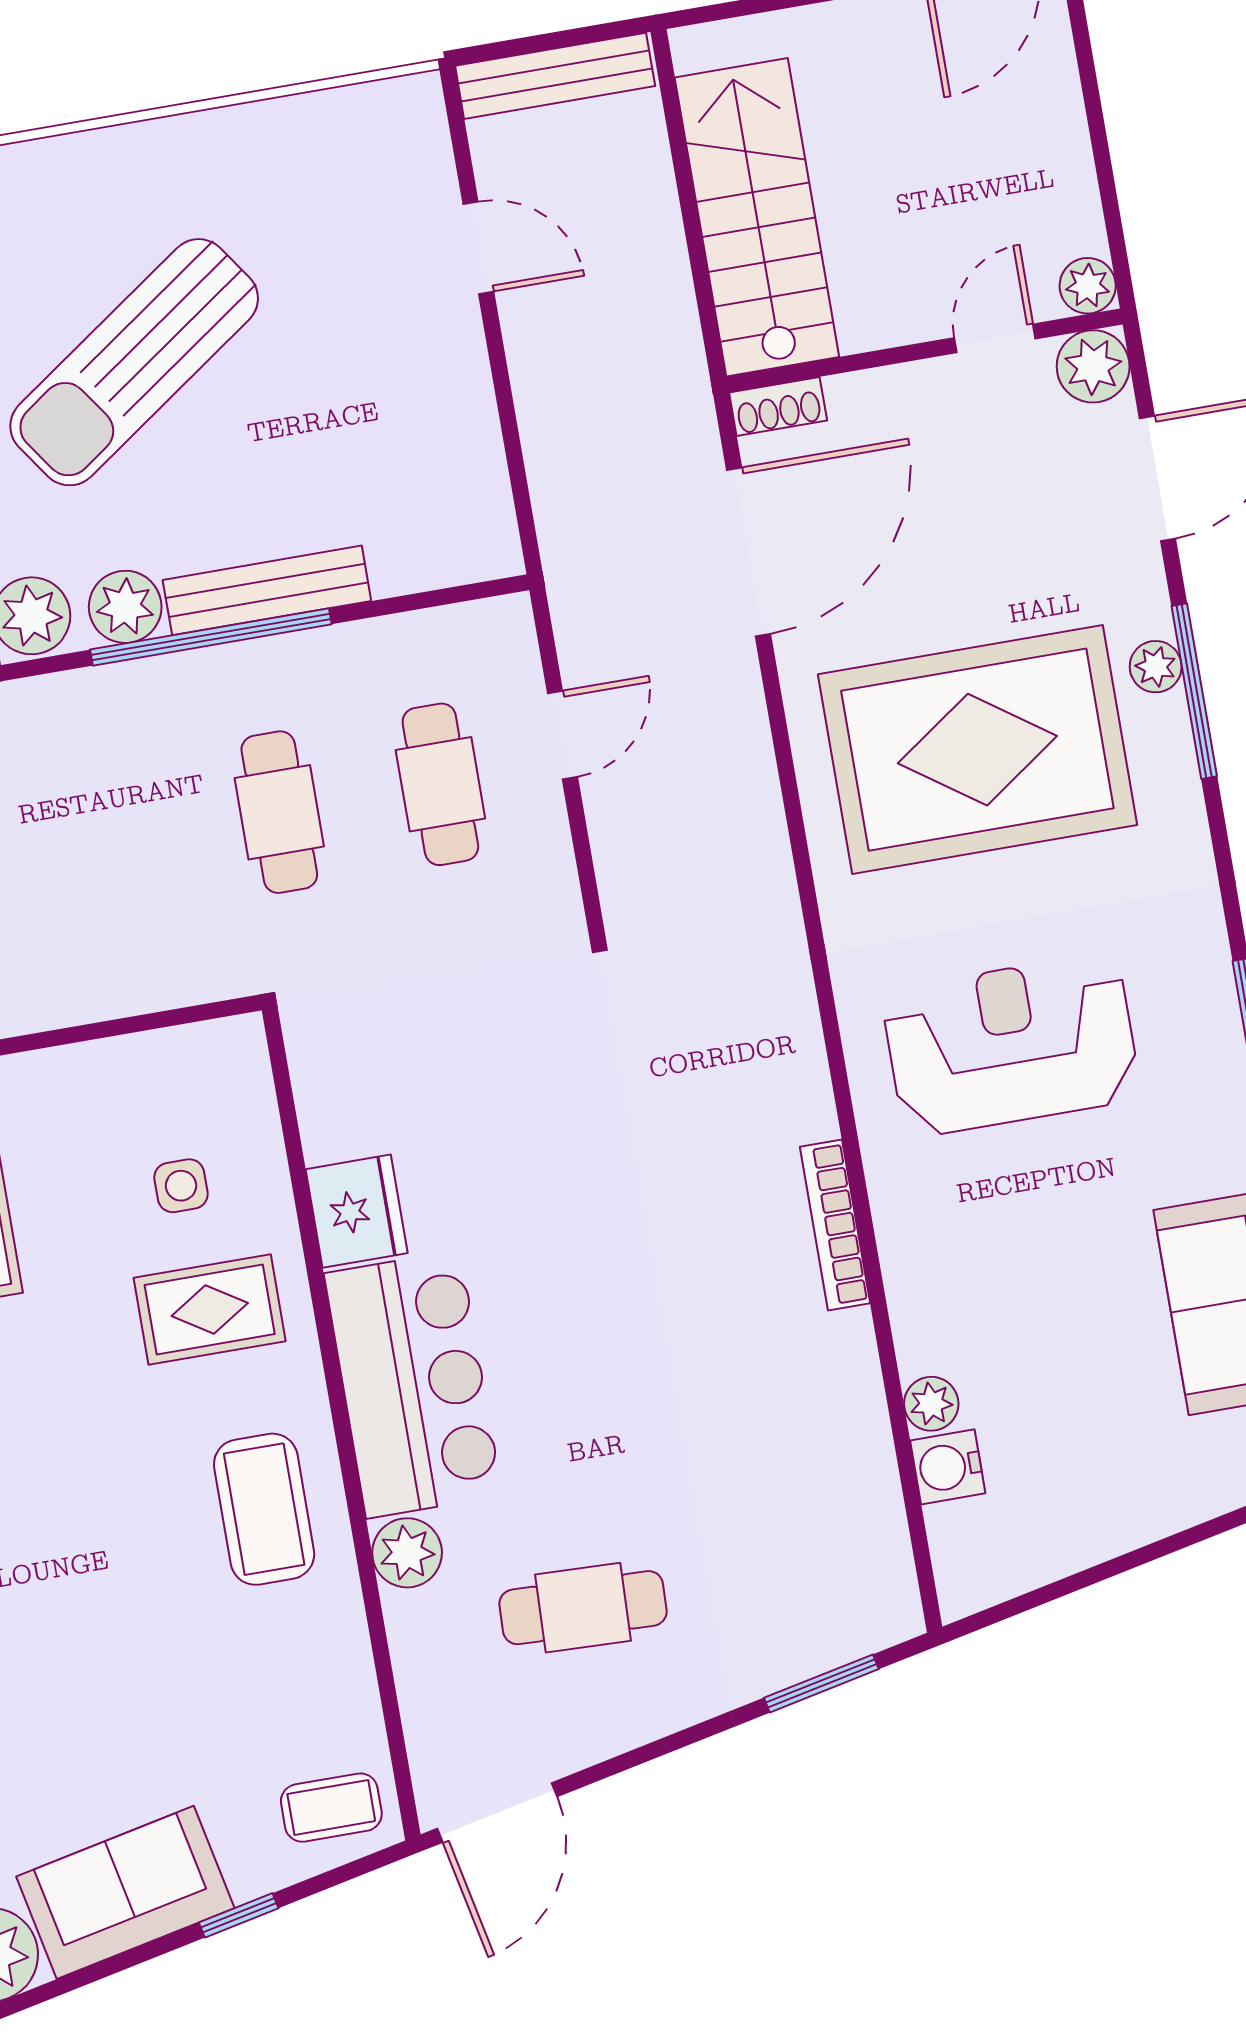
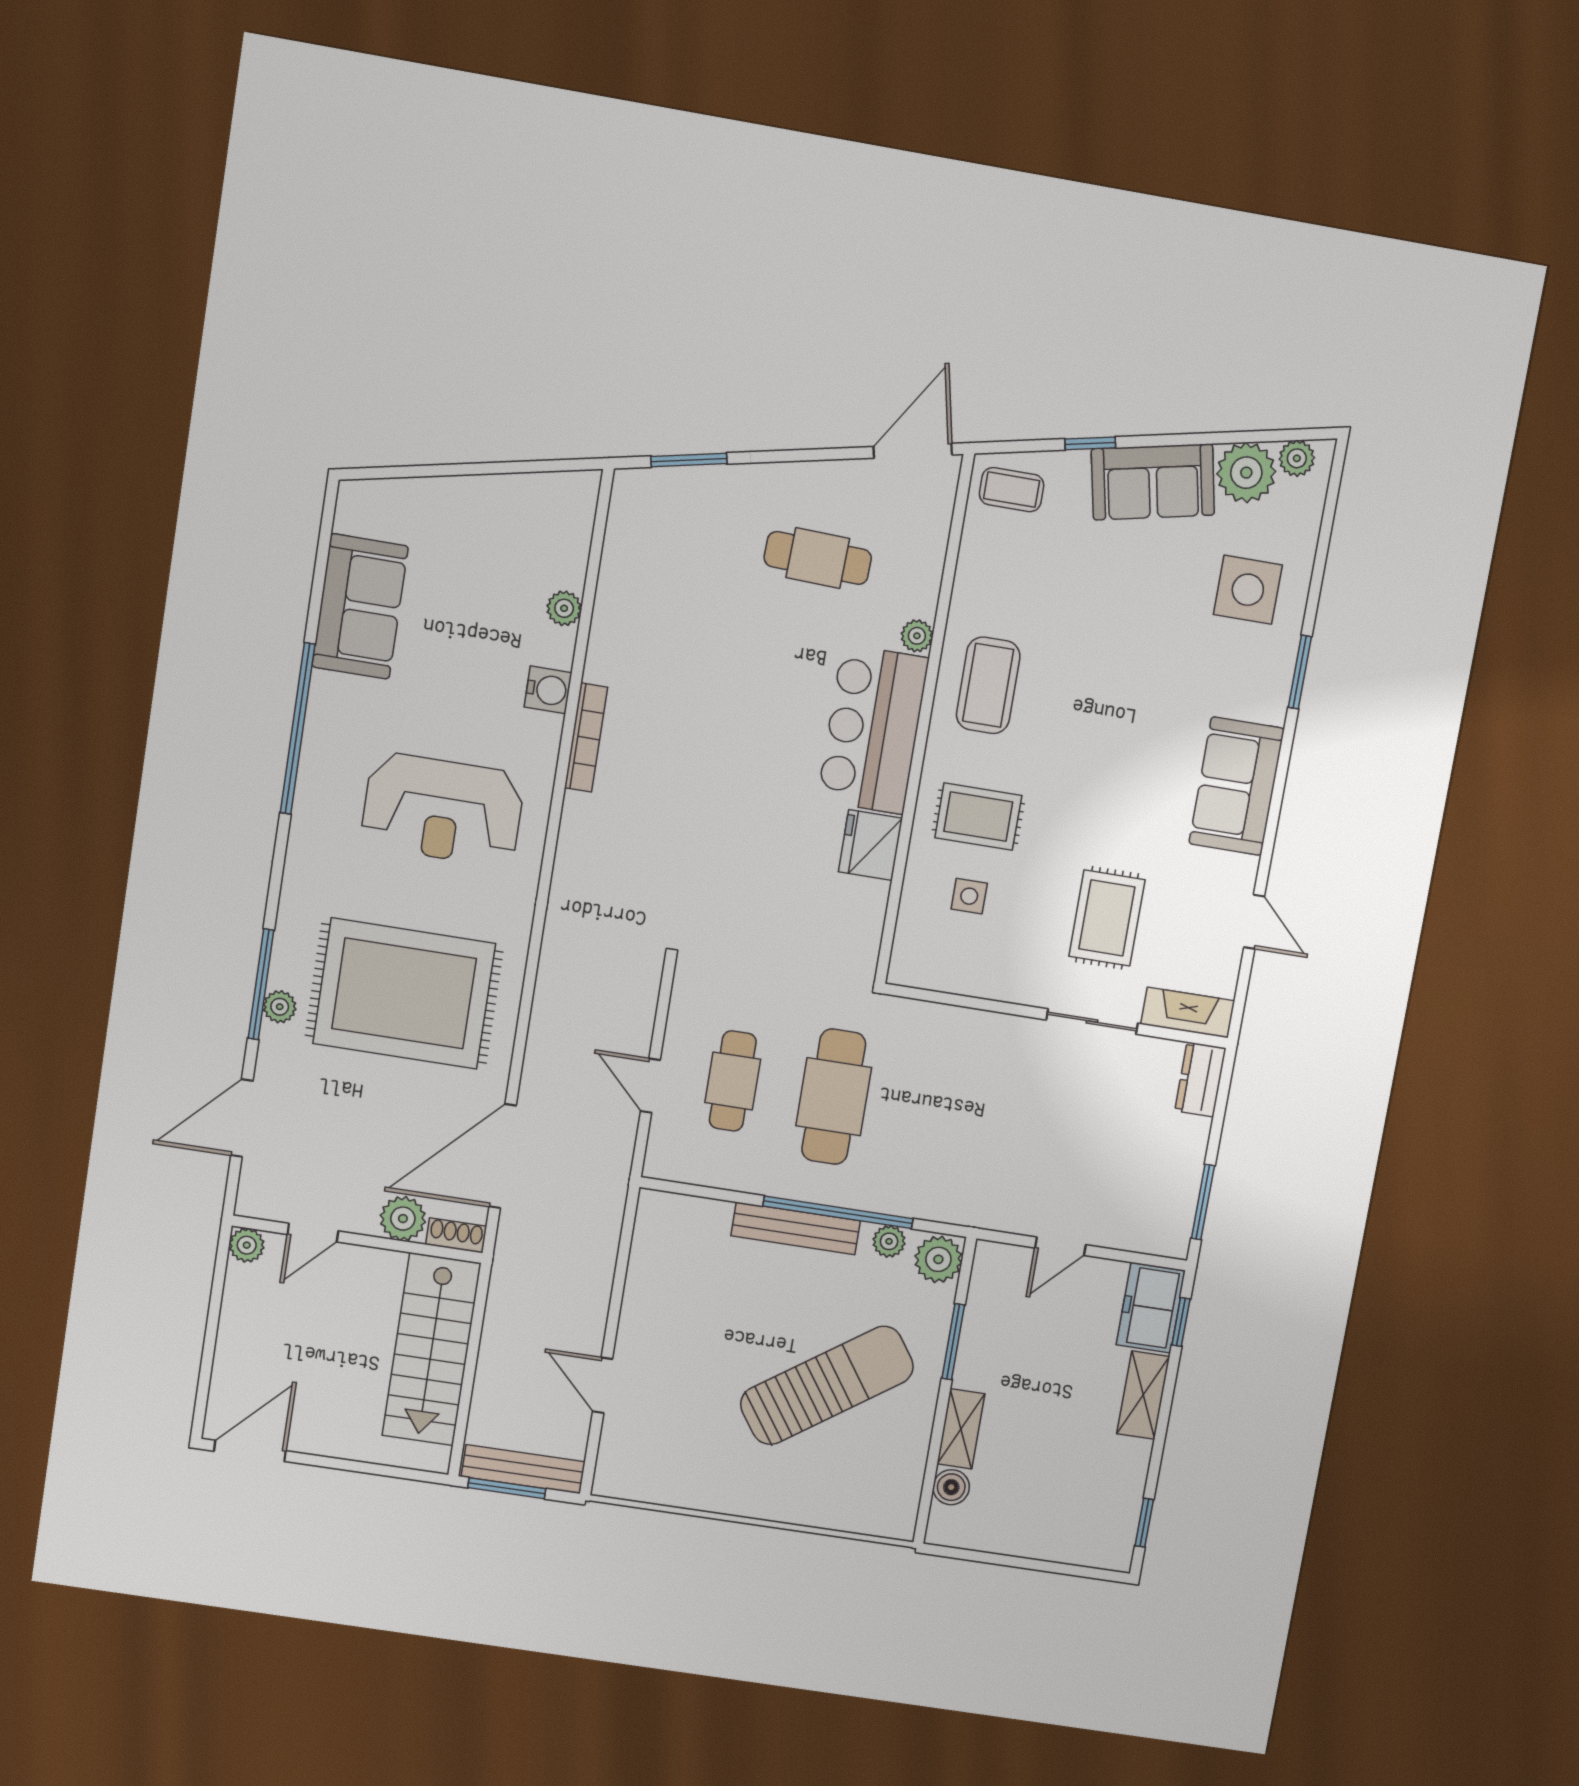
window: (570, 38) -> (507, 1488), added
plant: (1093, 366) -> (403, 1219), moved
plant: (125, 607) -> (889, 1241), width x0.73, depth x0.73
door: (562, 735) -> (650, 1086), hinge flipped
cafe table: (279, 812) -> (834, 1097), width x1.37, depth x1.35
water cooler: (948, 1467) -> (548, 690), moved
plant: (407, 1553) -> (917, 636), width x0.73, depth x0.73

